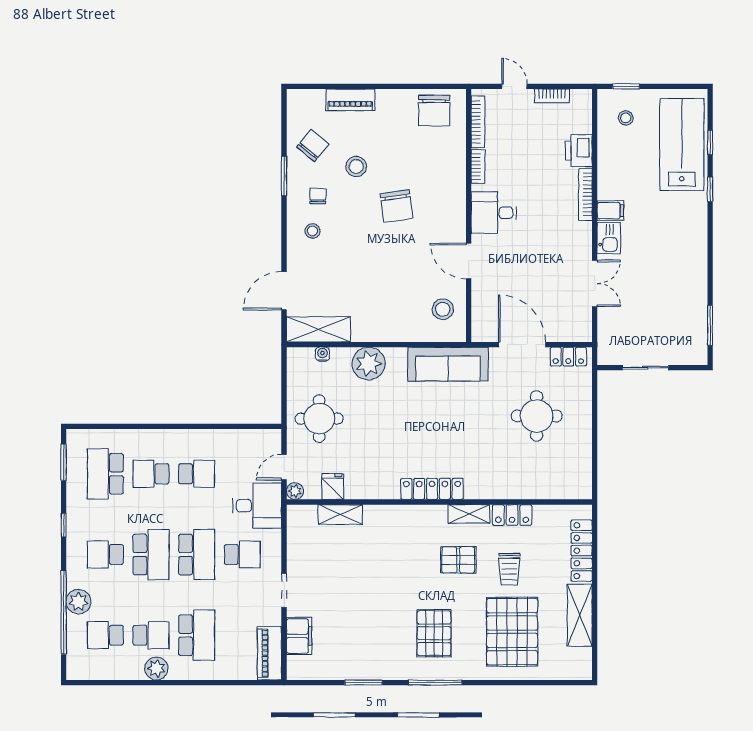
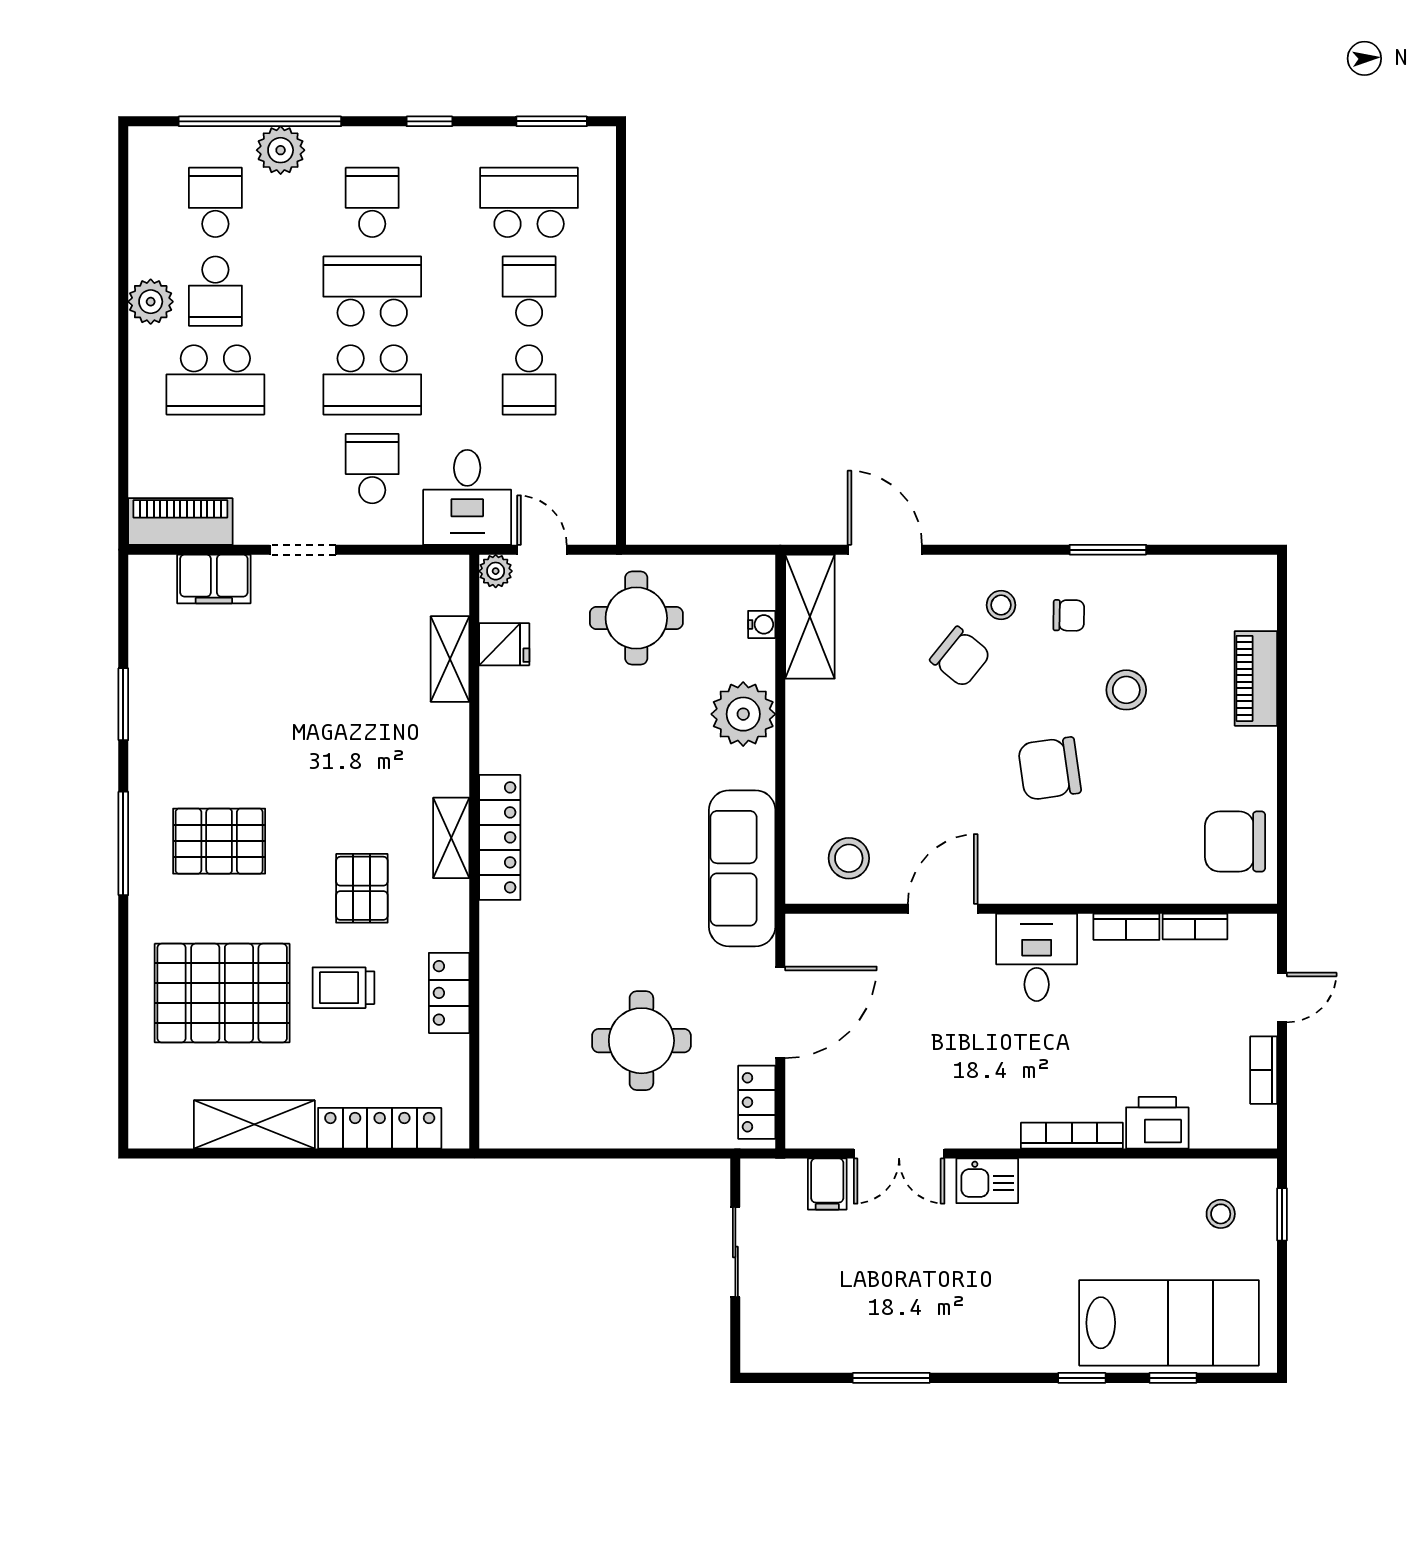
bookcase: (478, 122) -> (1195, 927), width x0.64
chair: (313, 145) -> (960, 657), moved
filing cabinet: (610, 211) -> (827, 1184), moved
window: (710, 325) -> (891, 1378), moved
shelving: (469, 514) -> (451, 838), moved
school desk: (151, 554) -> (372, 291), turned 180
school desk: (242, 554) -> (372, 469), turned 180

